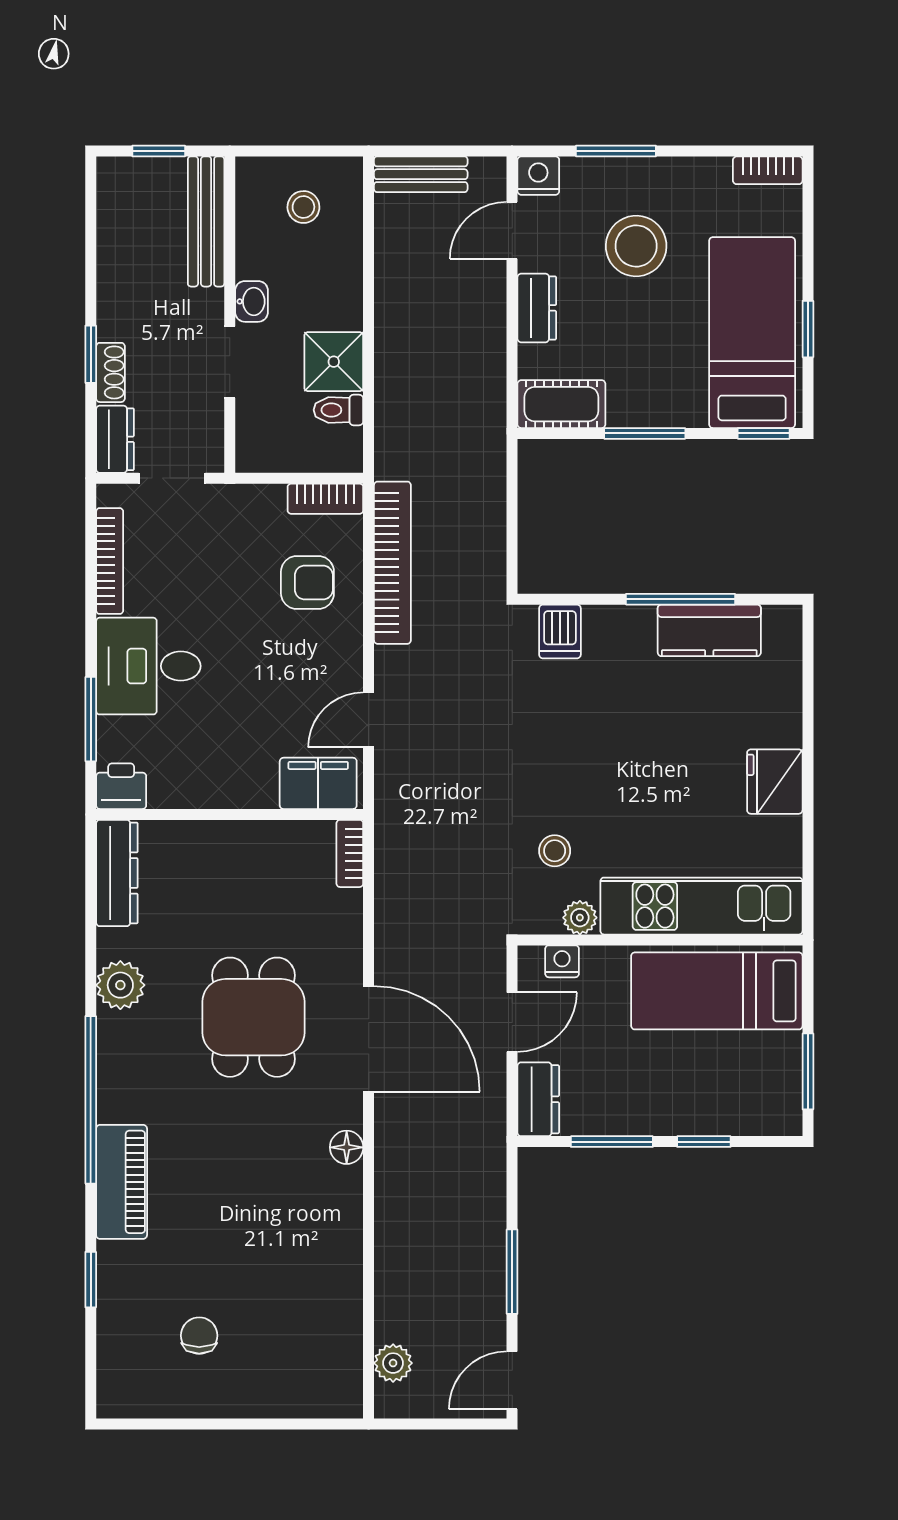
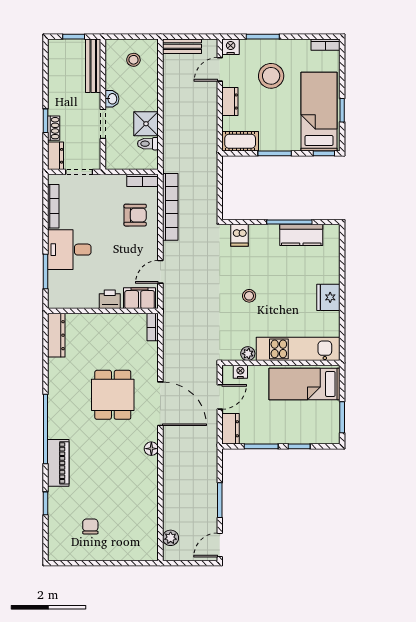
printer: (121, 786) -> (110, 299), moved
stool: (555, 851) -> (249, 296), moved
plant: (120, 985) -> (58, 382), removed

